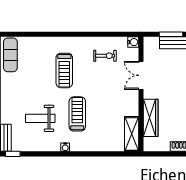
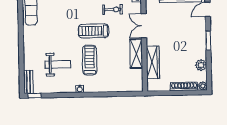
treadmill: (64, 70) -> (94, 31), moved, turned 90
weight bench: (40, 118) -> (58, 64), turned 180
shelving: (132, 134) -> (136, 54), moved

